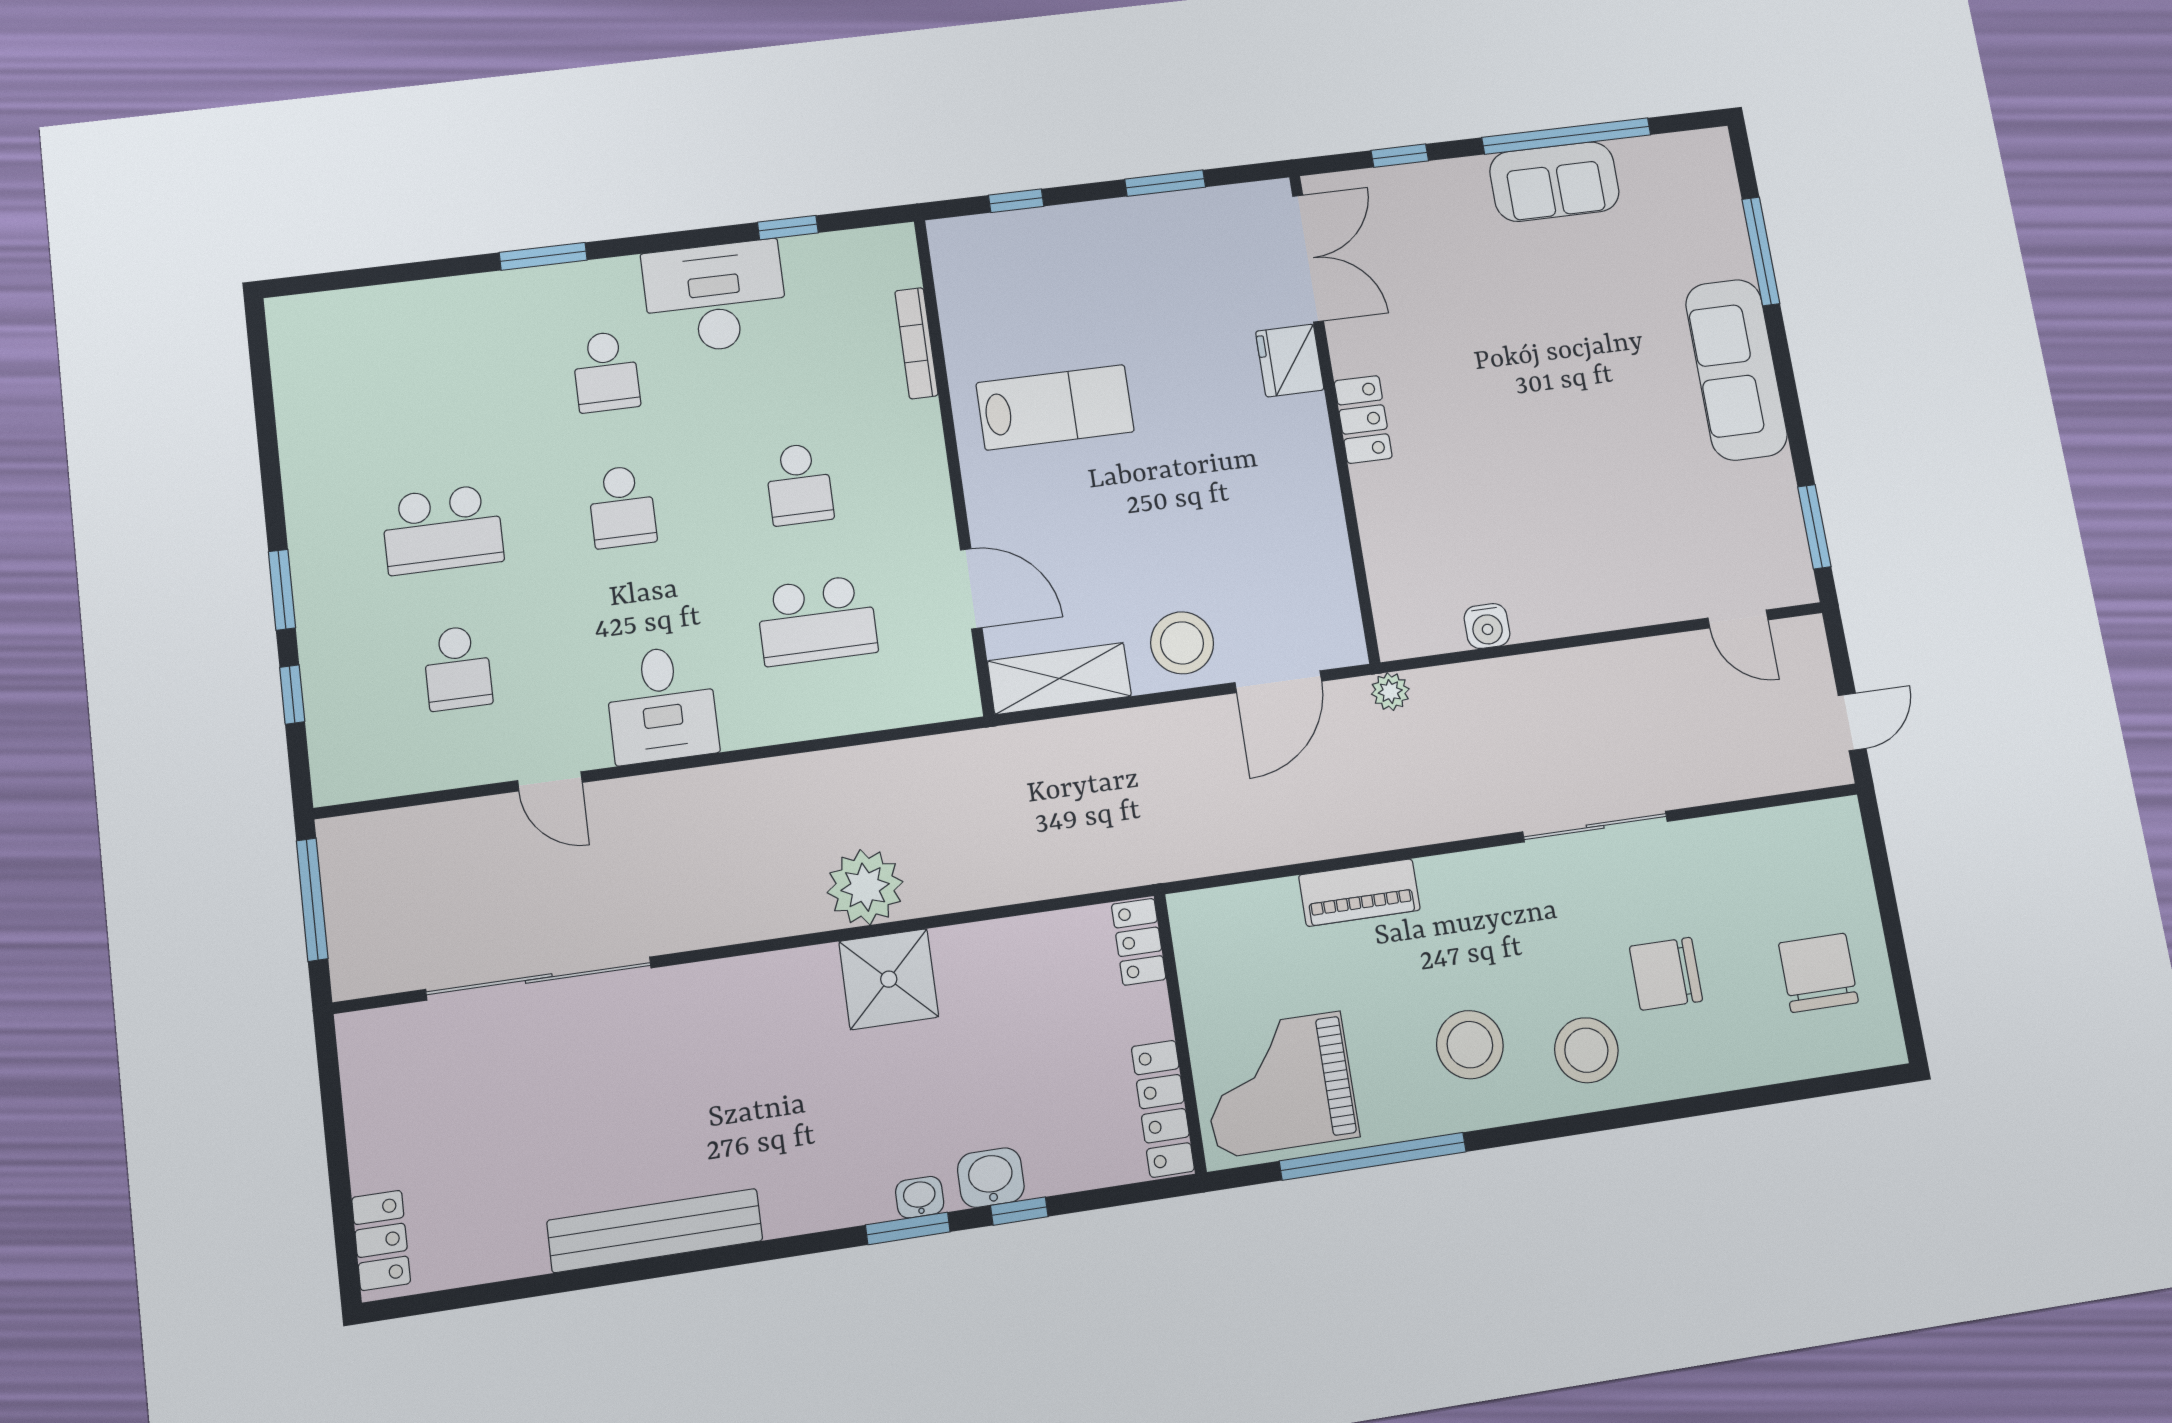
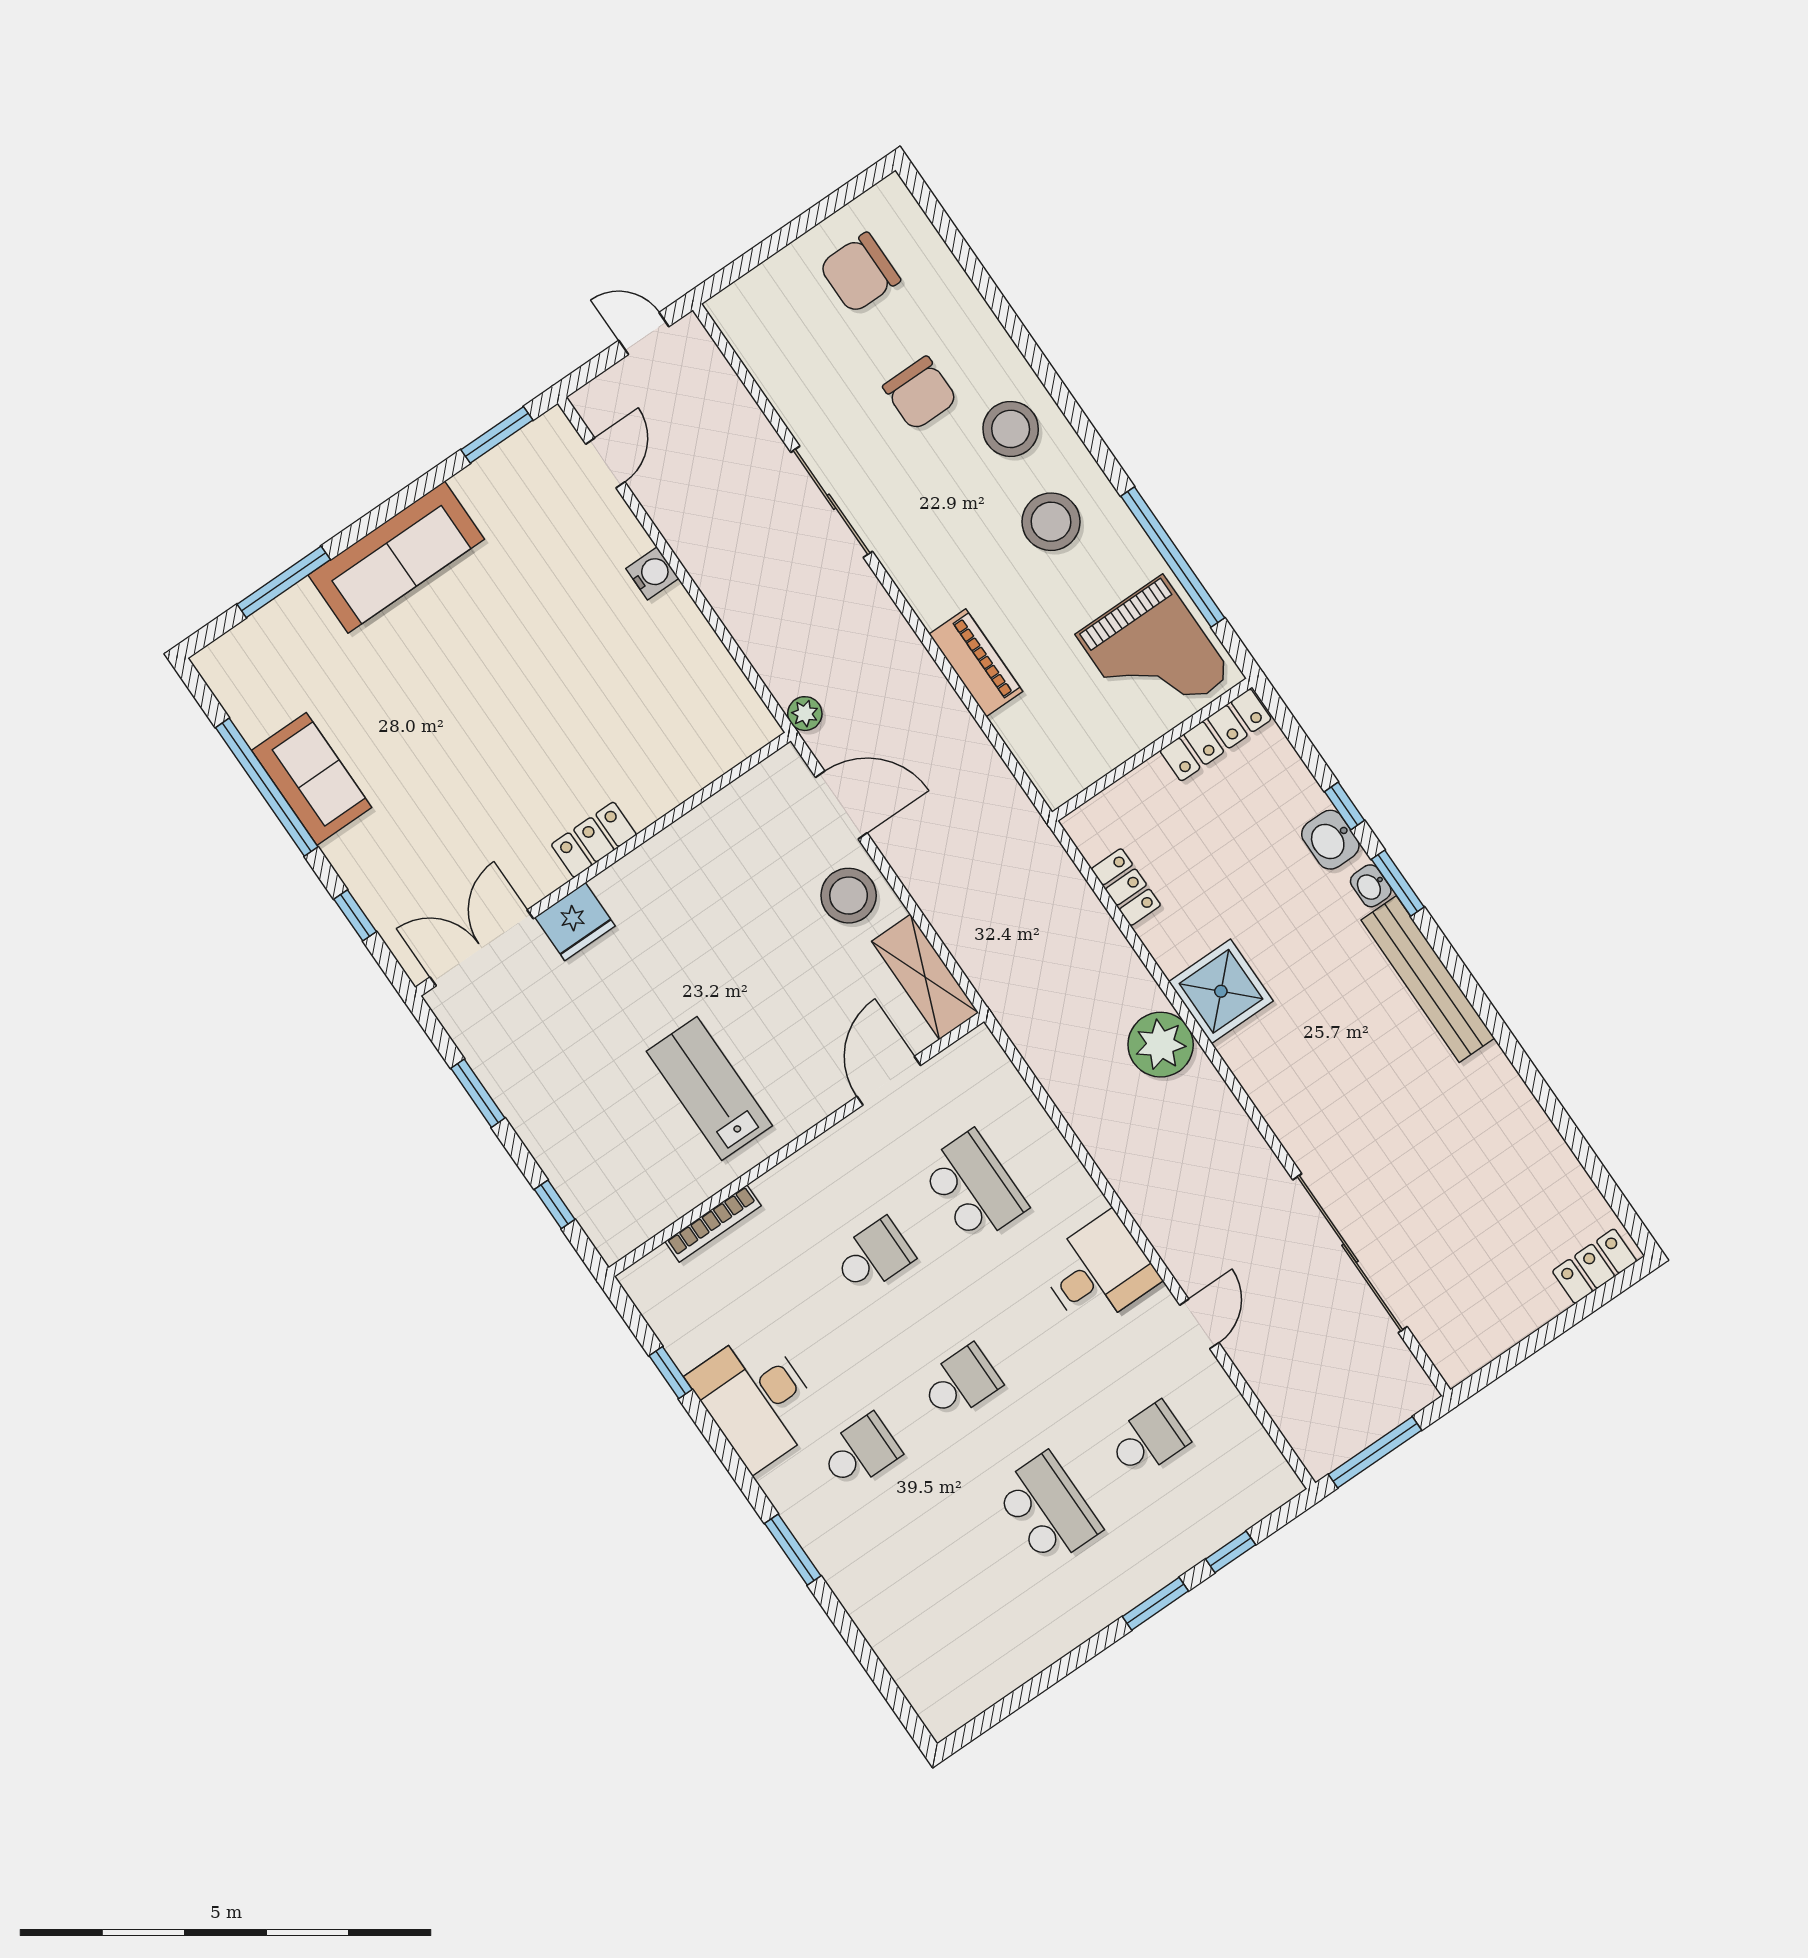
water cooler: (1487, 626) -> (652, 573), moved
locker: (1139, 942) -> (1126, 887), moved, turned -90
bench: (655, 1231) -> (1428, 979), moved

